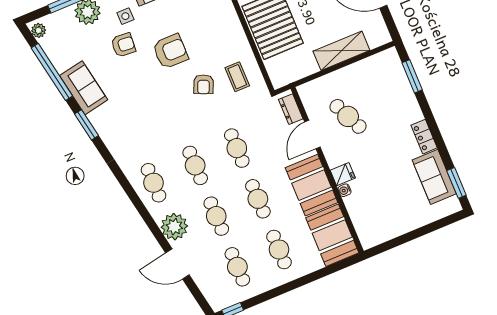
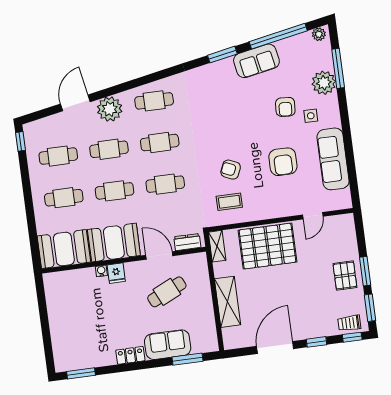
armchair: (170, 51) -> (283, 162), moved
shelving: (287, 77) -> (217, 246), added
sofa: (434, 177) -> (168, 345), moved

